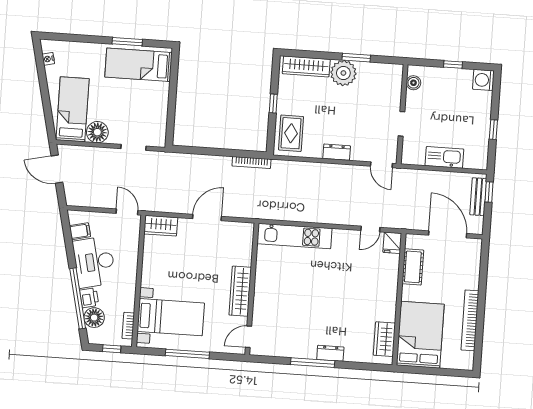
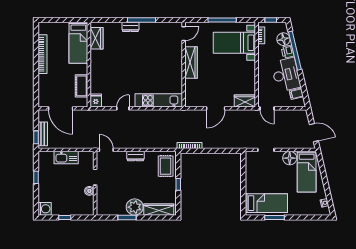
boiler: (413, 83) -> (89, 191), moved
door: (370, 229) -> (123, 108), moved
bed: (420, 335) -> (78, 43), width x0.67

